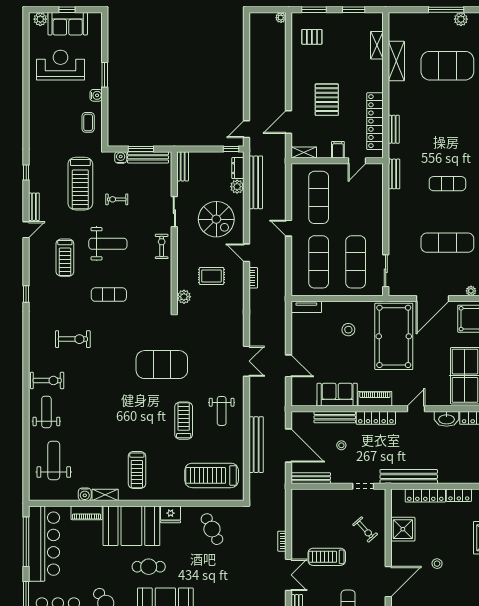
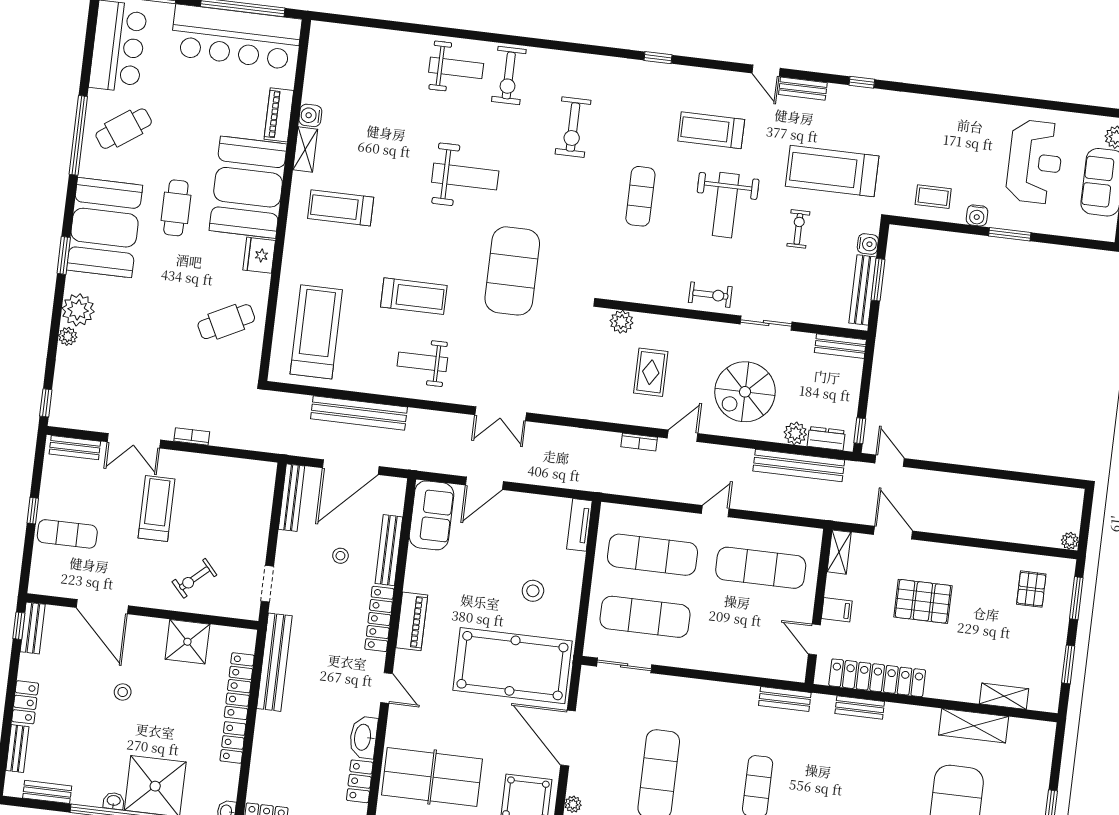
sofa: (337, 395) -> (432, 515), moved
weight bench: (54, 460) -> (465, 177), moved

